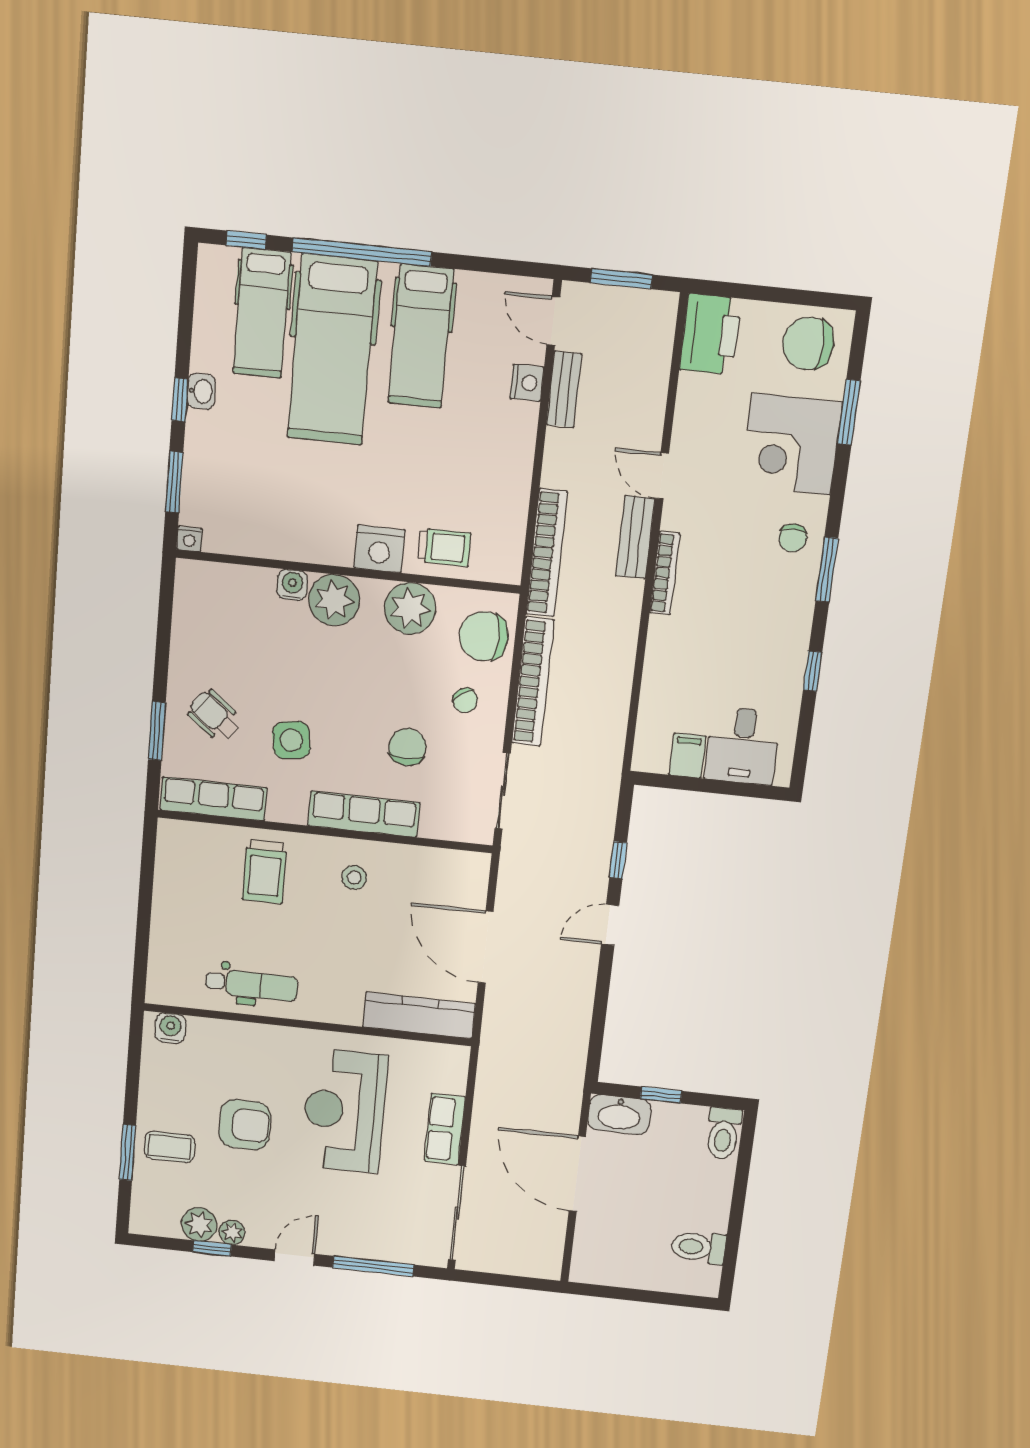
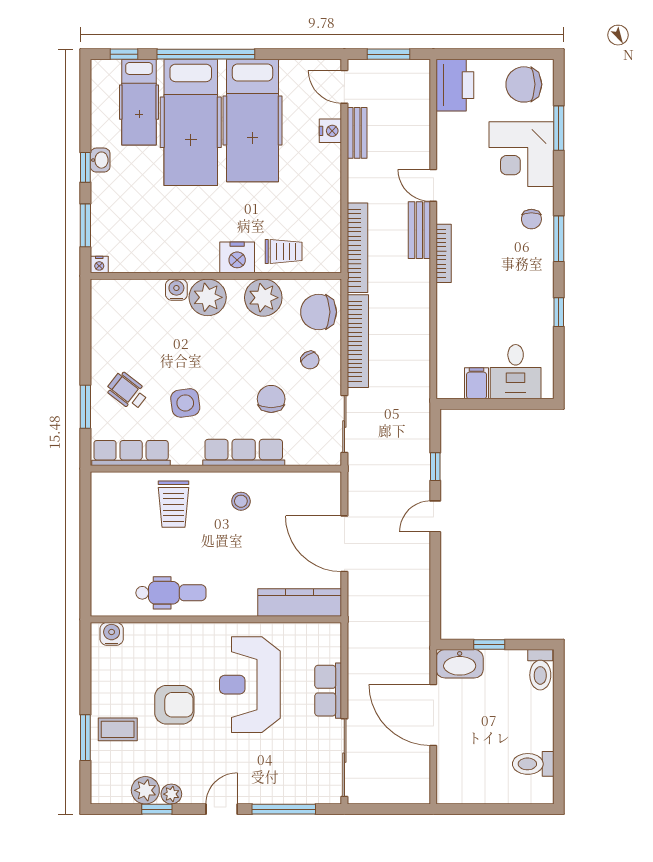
hospital bed: (421, 336) -> (252, 120), width x1.37, depth x1.29

